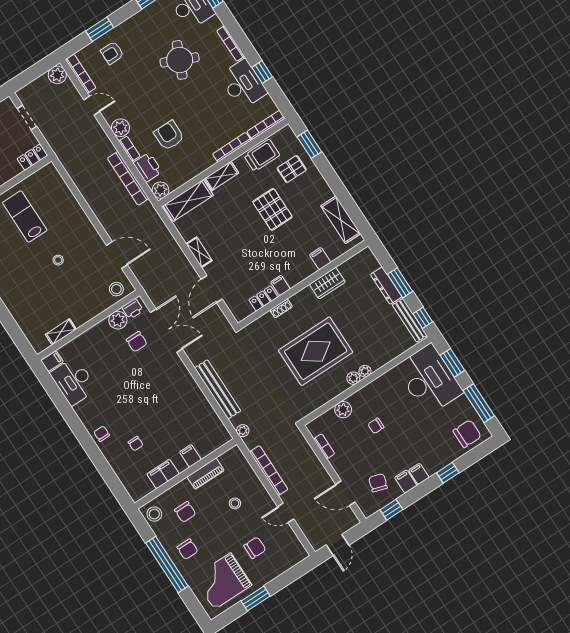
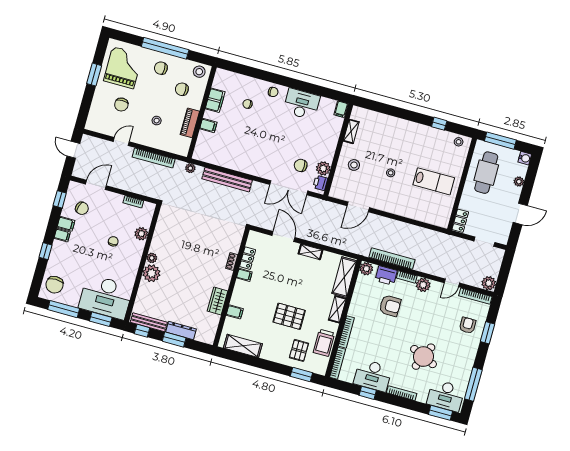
stool: (116, 289) -> (354, 165), moved
rug: (316, 351) -> (189, 254), removed
plant: (365, 371) -> (151, 273), width x1.87, depth x1.87
desk: (74, 381) -> (302, 104), moved

